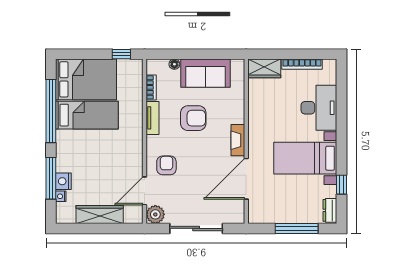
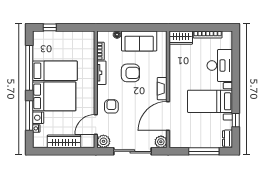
window: (121, 54) -> (50, 27), moved
bed: (86, 79) -> (54, 96), moved
plant: (236, 215) -> (161, 142), added

